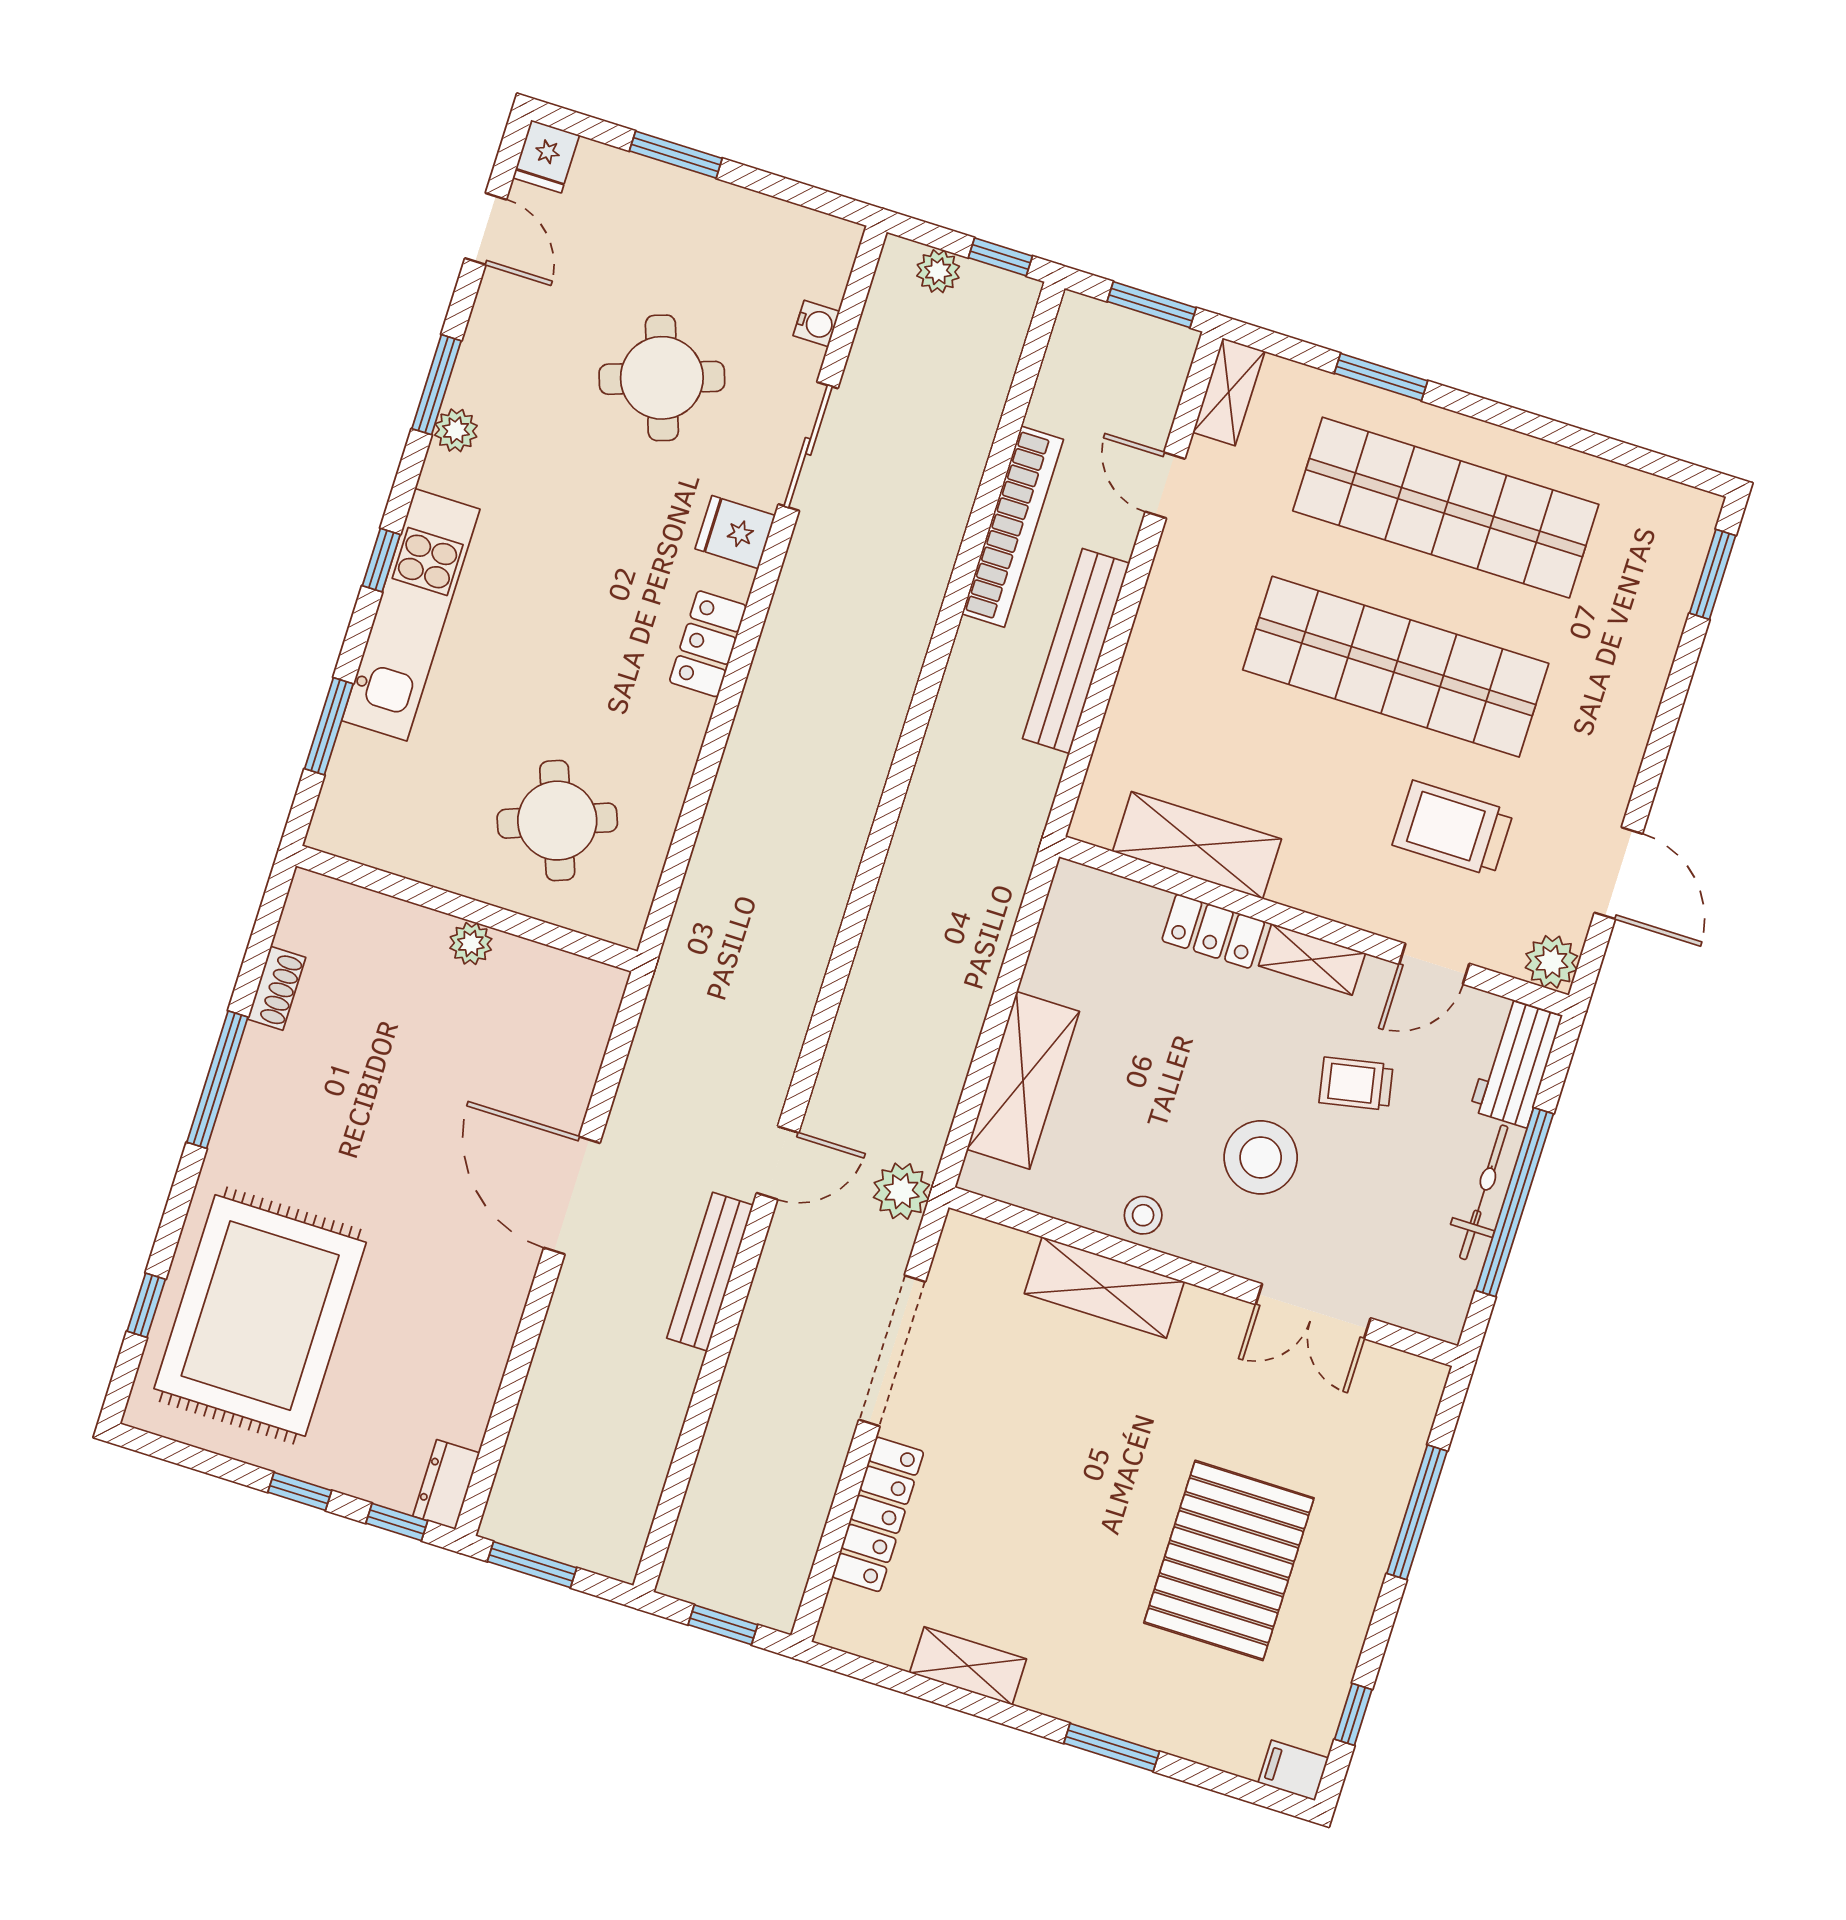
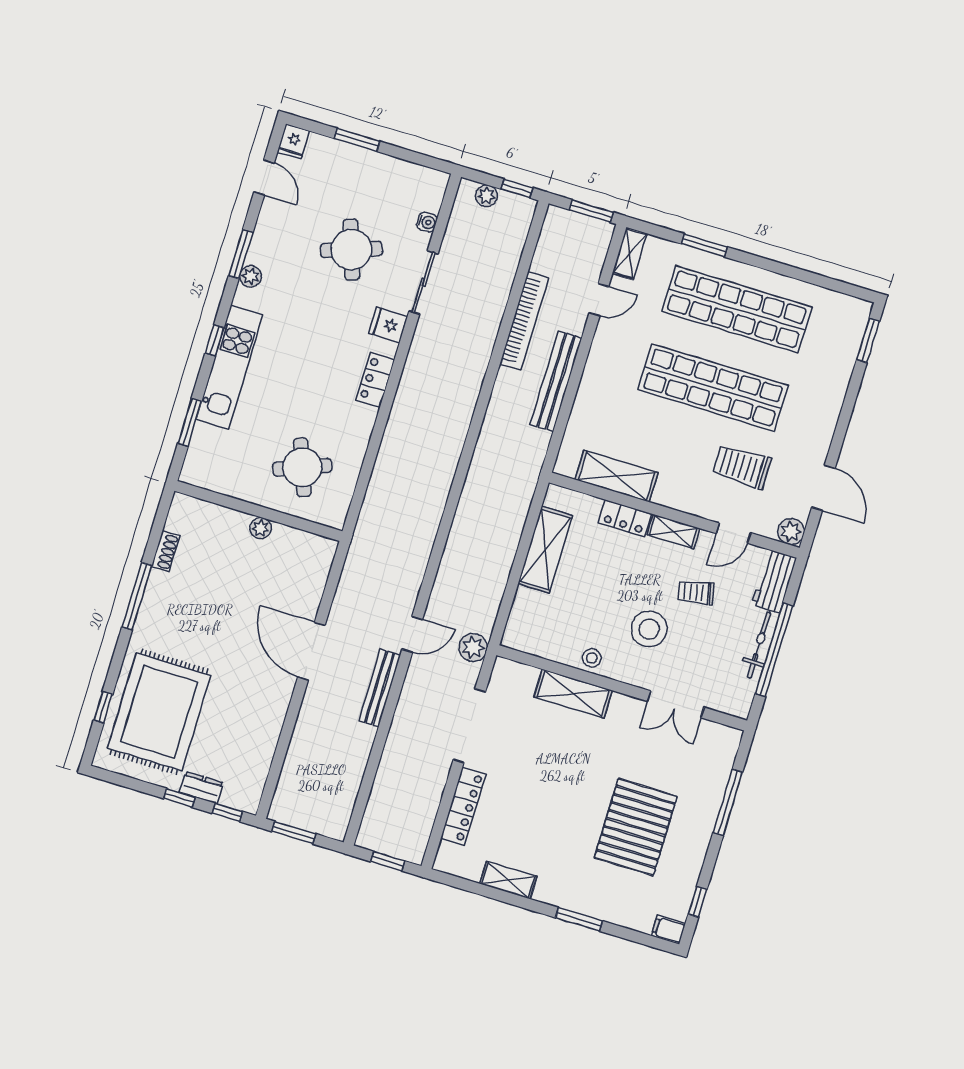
door: (1165, 485) -> (599, 300), swing flipped
shelving: (1023, 1080) -> (545, 550), moved
dresser: (446, 1485) -> (201, 788), moved, turned 90

